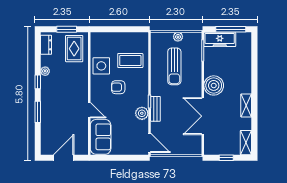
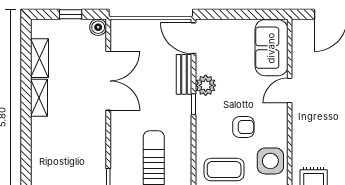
boiler: (214, 85) -> (98, 27), moved, width x0.54, depth x0.54
bench: (155, 109) -> (184, 74), moved
door: (89, 110) -> (290, 90), hinge flipped
shelving: (246, 143) -> (39, 58), moved

